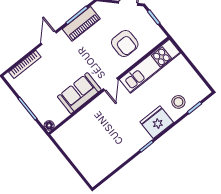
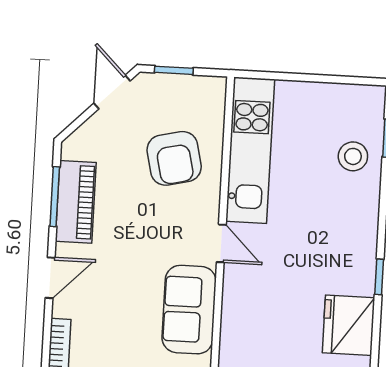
door: (49, 38) -> (50, 278), swing flipped
armchair: (125, 43) -> (174, 158), turned 77
fridge: (157, 122) -> (349, 325), moved

